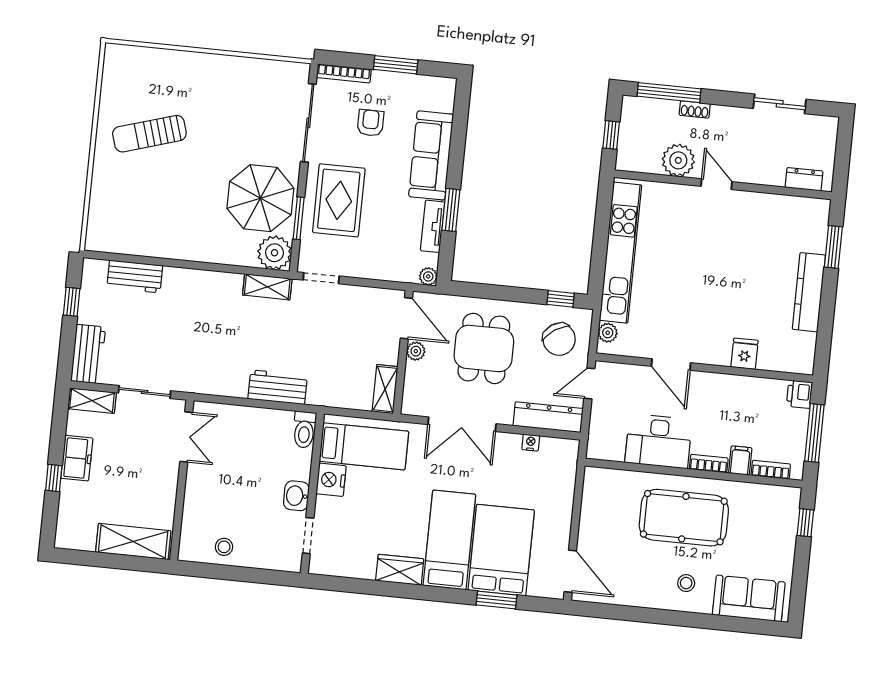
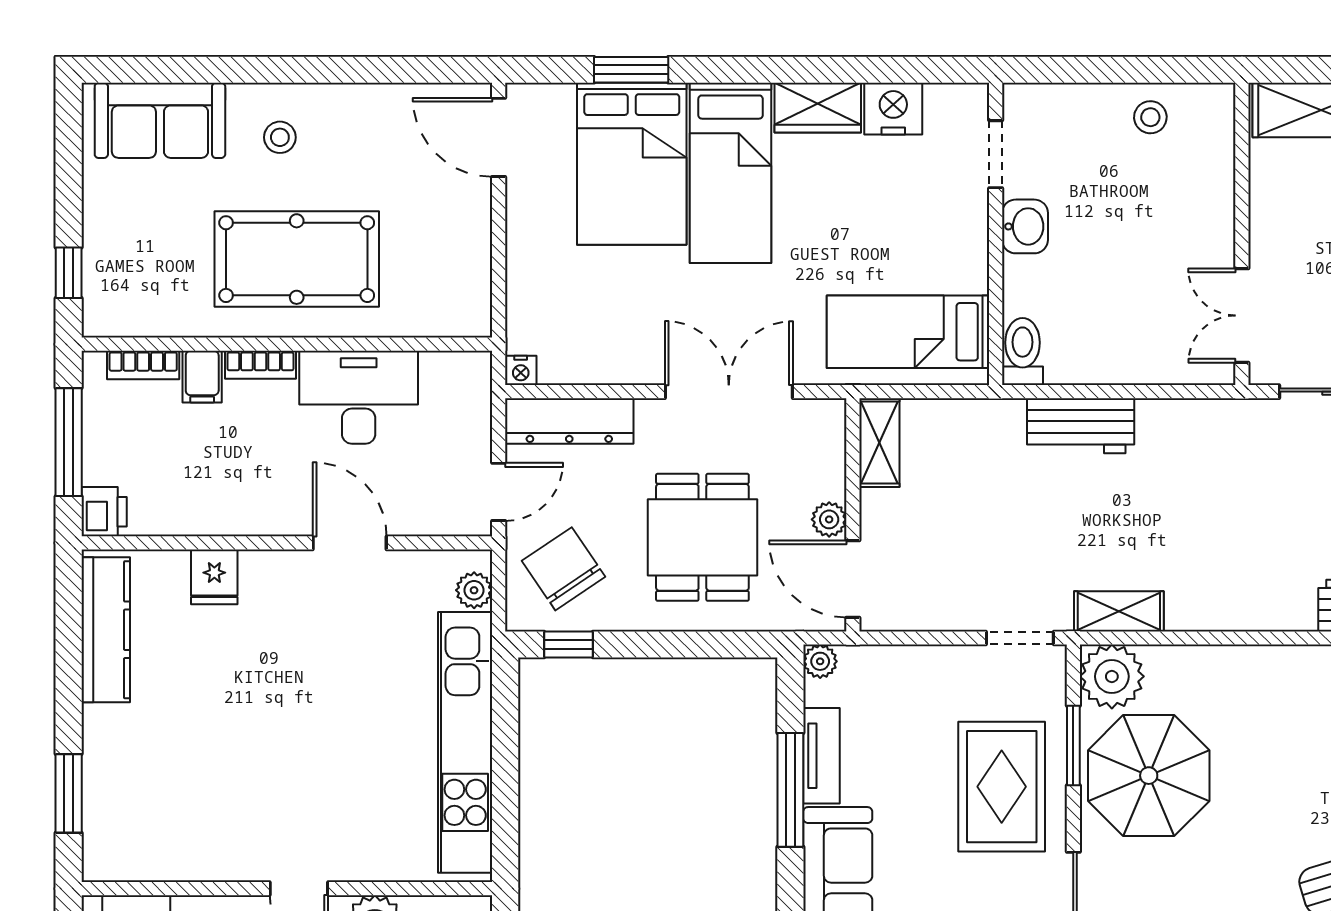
window: (451, 210) -> (790, 790), width x1.44
kitchen counter: (809, 292) -> (106, 630), moved
nightstand: (531, 443) -> (521, 370), moved
nightstand: (331, 480) -> (893, 109), moved, turned -90

